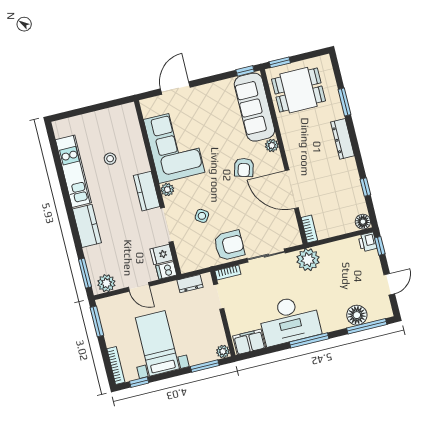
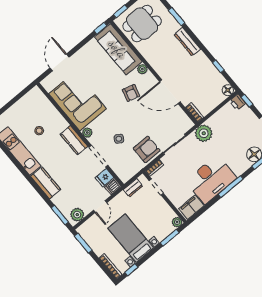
door: (139, 287) -> (100, 206), hinge flipped

